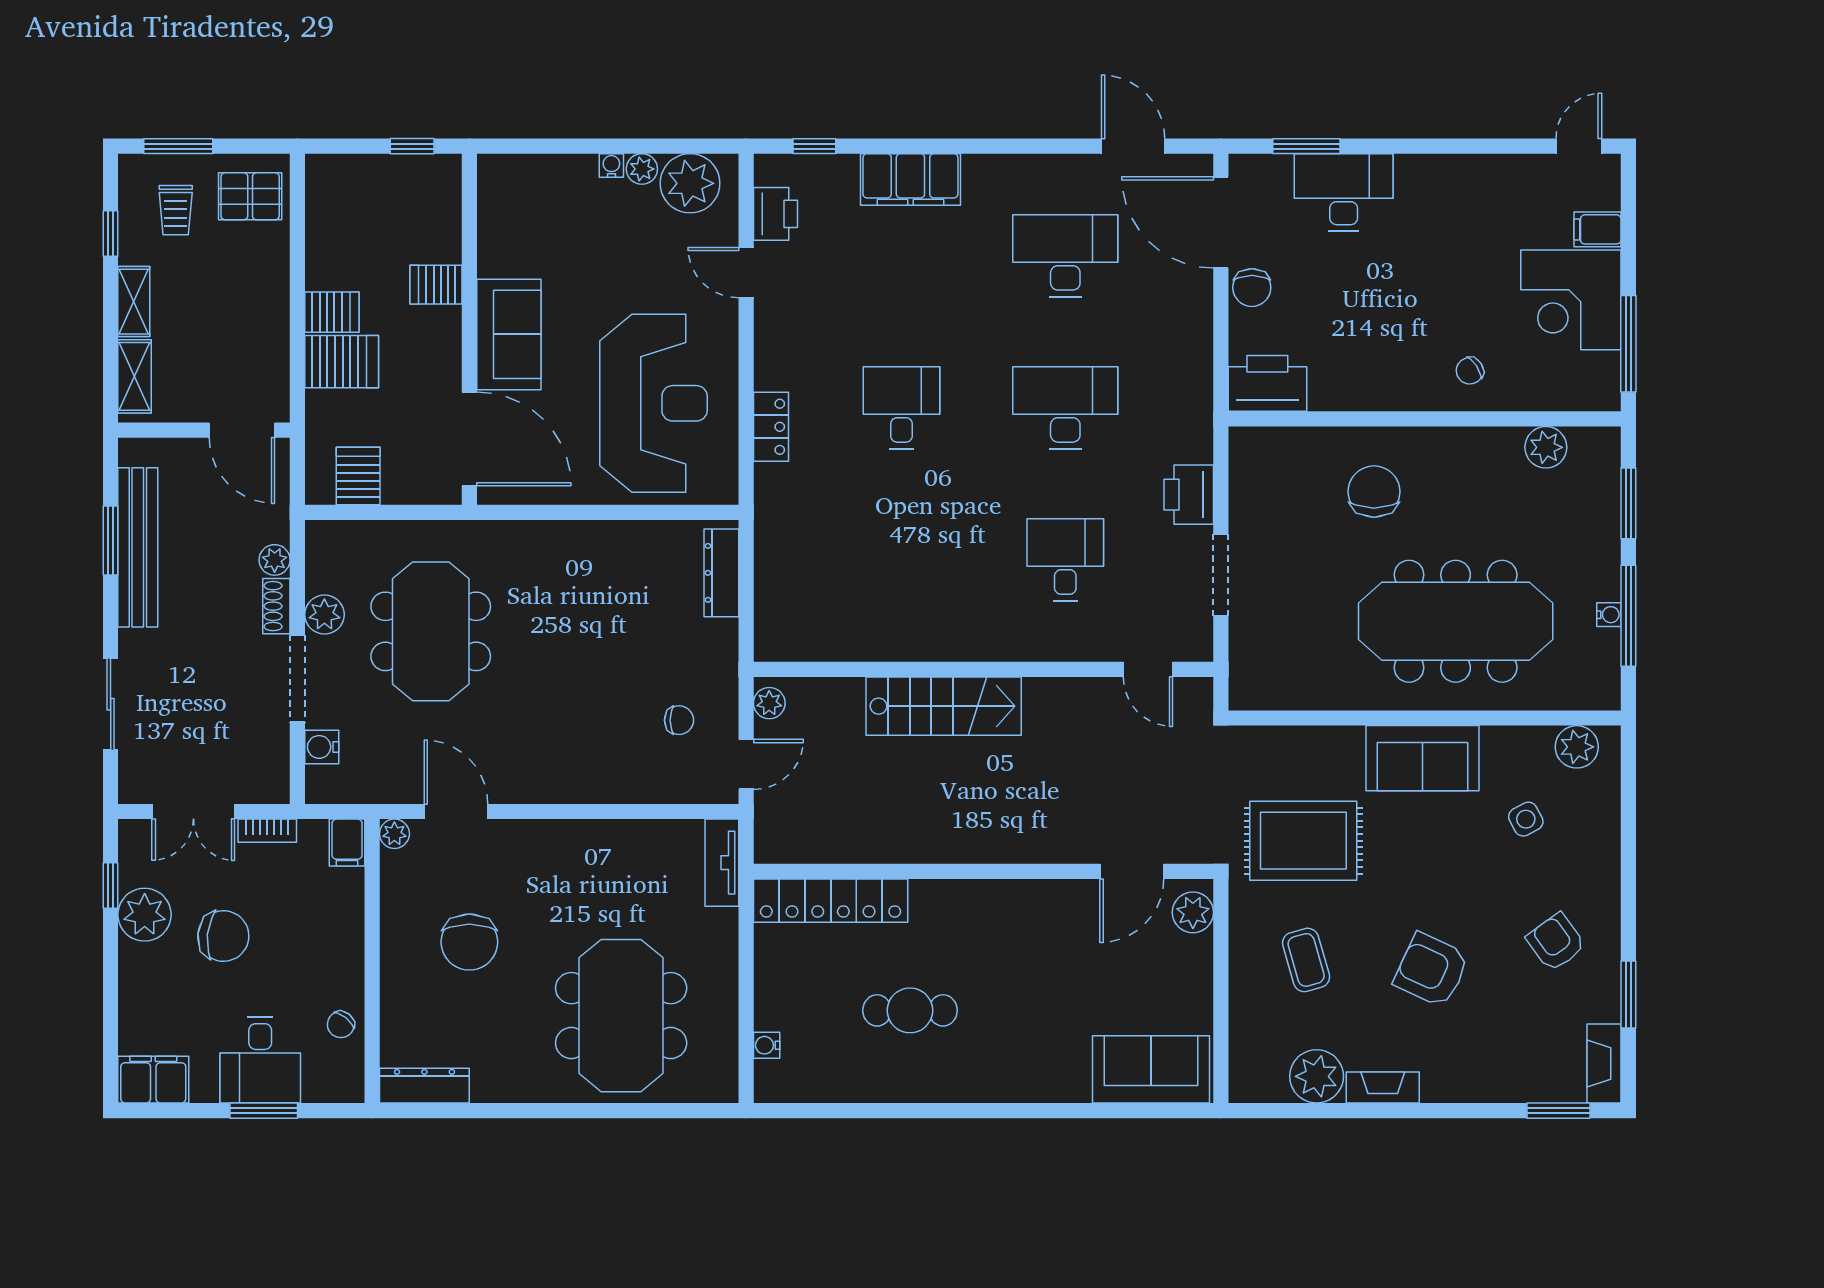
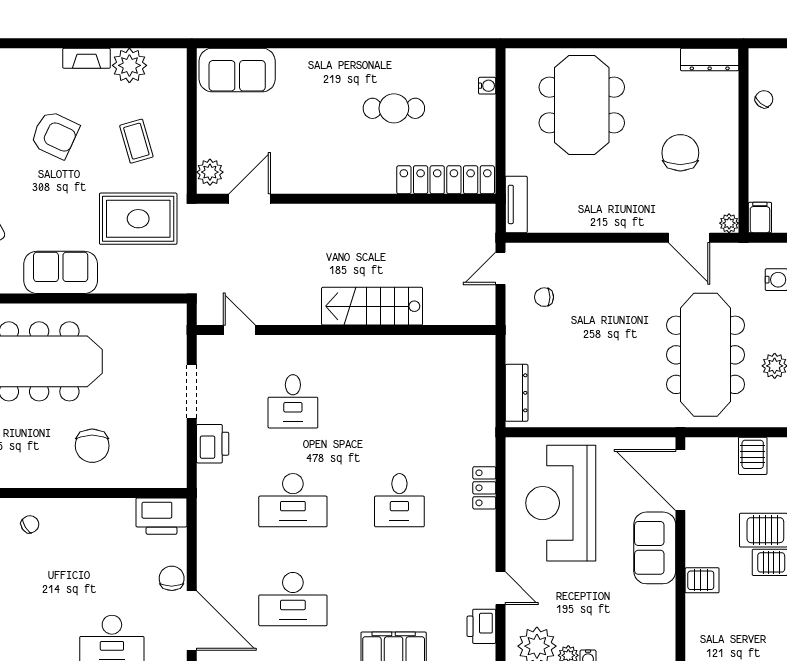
meeting table: (431, 631) -> (706, 355), width x1.36
plant: (769, 703) -> (485, 308), removed

